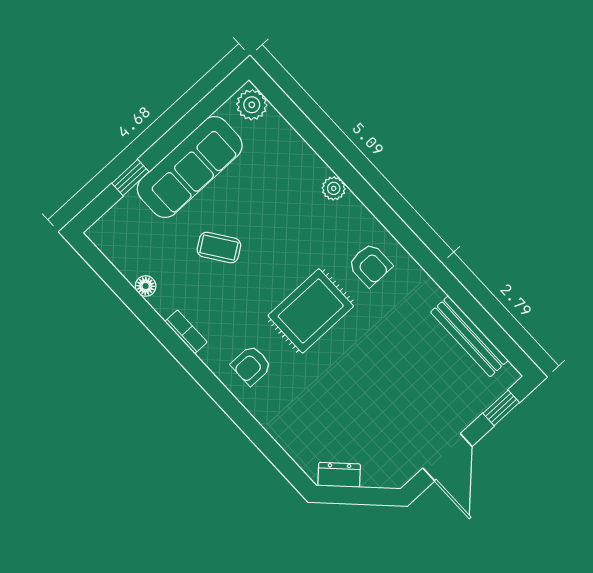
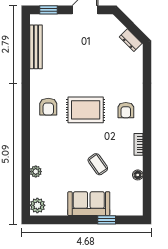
sofa: (190, 167) -> (89, 204), width x0.73
plant: (334, 188) -> (36, 172), moved
armchair: (370, 265) -> (48, 107), turned 180
armchair: (251, 365) -> (126, 110), turned 90

